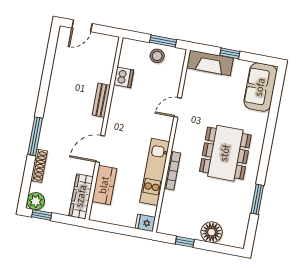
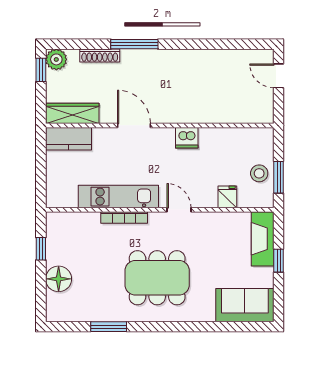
dishwasher: (124, 77) -> (187, 138), moved
bench: (101, 100) -> (193, 116), removed
door: (178, 107) -> (179, 210), moved
kitchen counter: (104, 185) -> (68, 139), moved
fridge: (145, 223) -> (227, 197), moved

